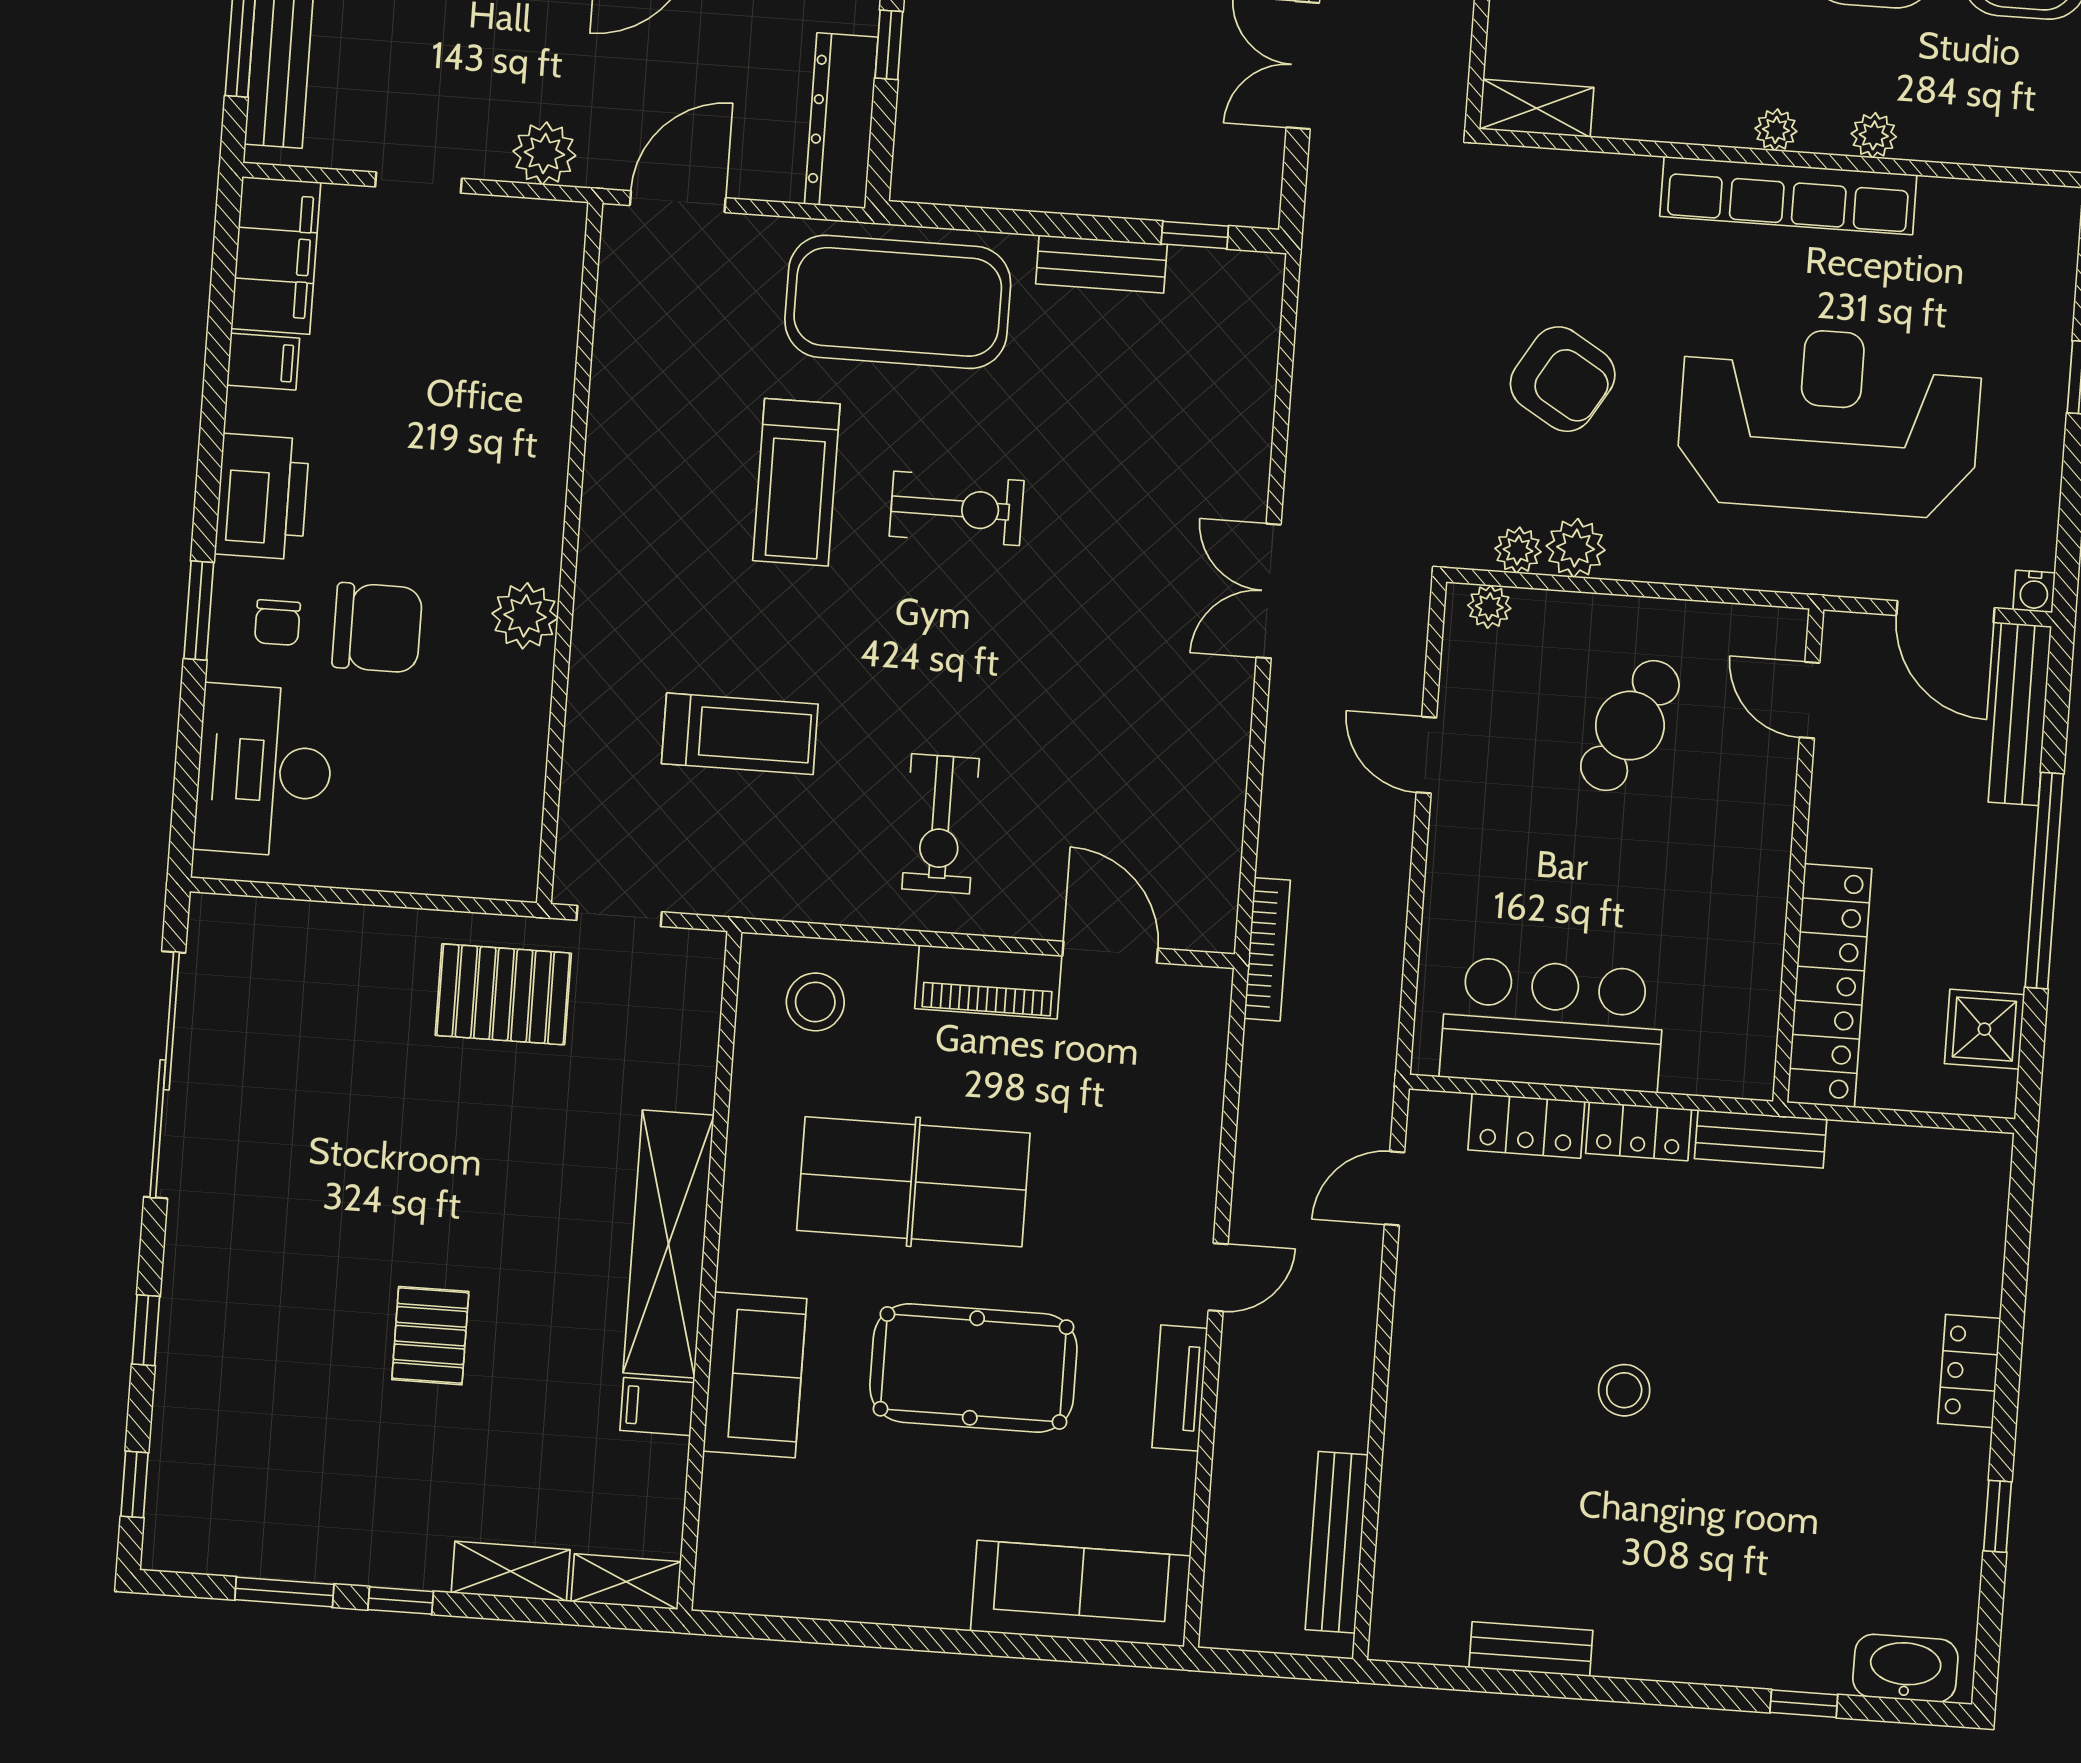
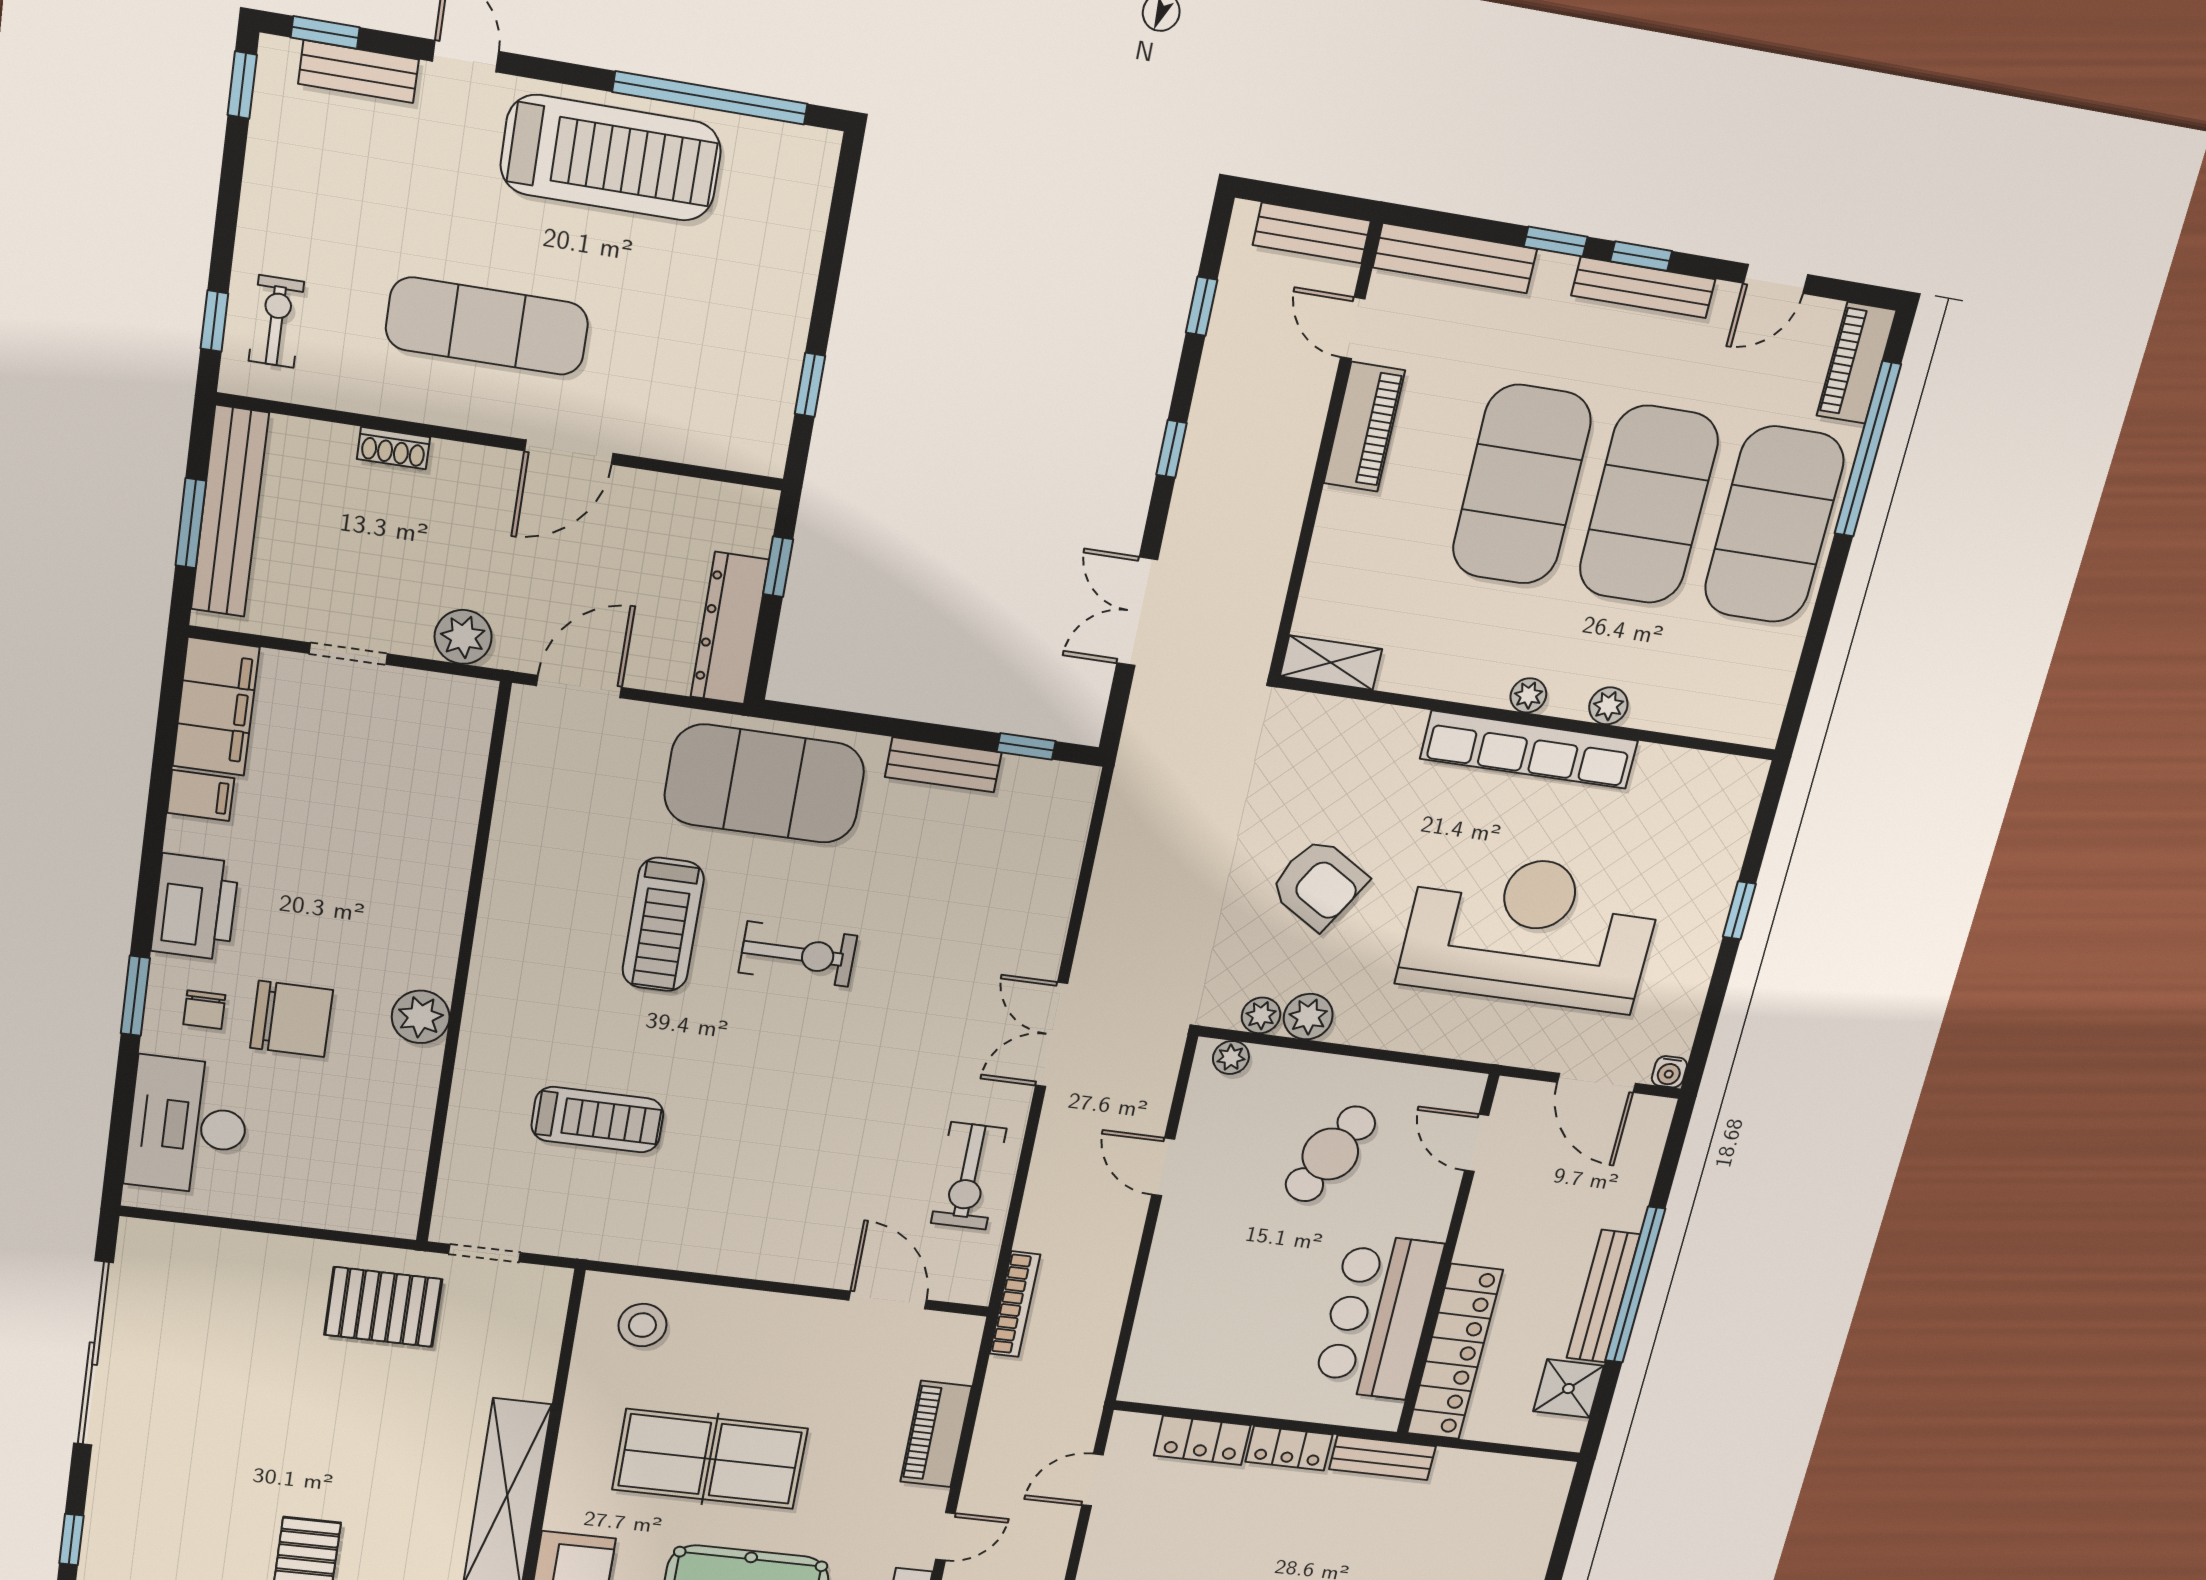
bench: (2020, 714) -> (1603, 1296), moved
exercise bike: (941, 824) -> (969, 1176), moved
piano: (988, 982) -> (936, 1434), moved, turned 90
bar counter: (1552, 1024) -> (1378, 1317), moved, turned -90

